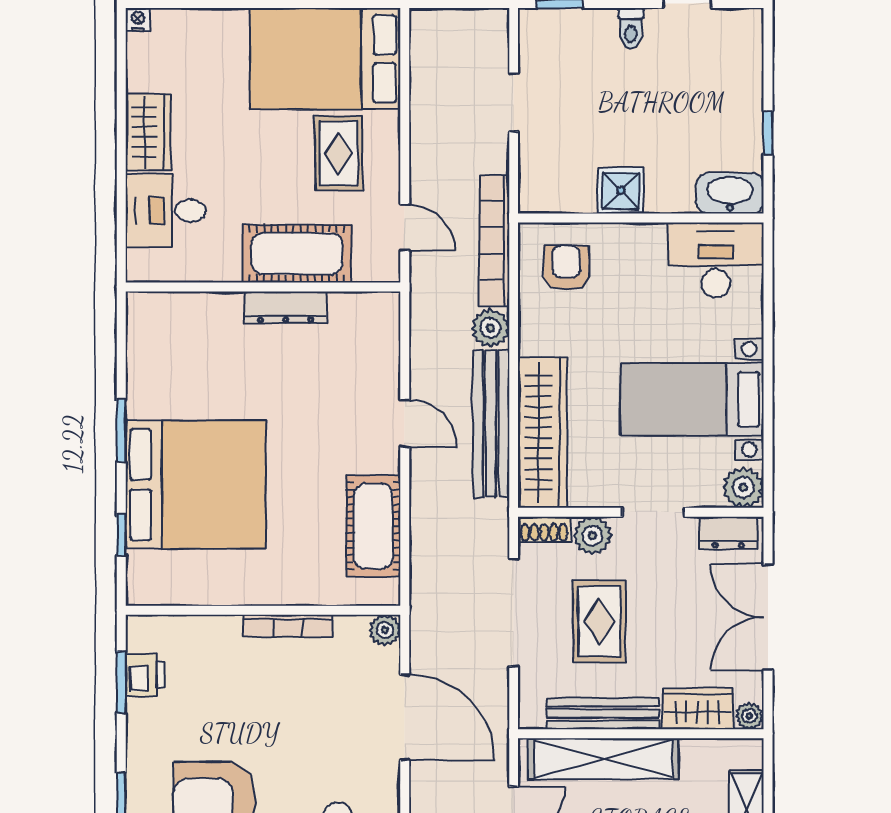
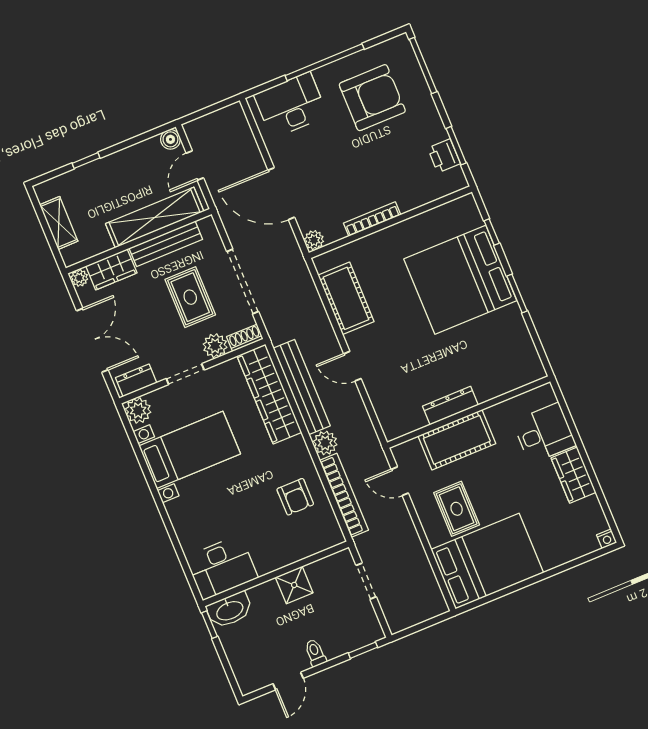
shower: (621, 191) -> (294, 585), moved
washbasin: (730, 193) -> (230, 610), moved
wall: (641, 218) -> (276, 574), moved
desk: (716, 260) -> (222, 567), moved

